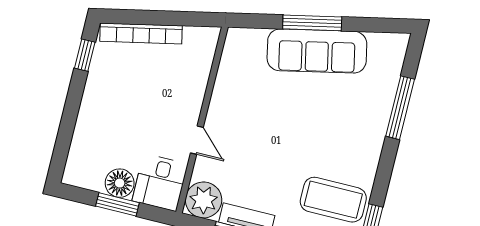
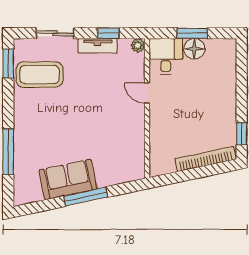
sofa: (317, 51) -> (68, 179), width x0.73
plant: (204, 200) -> (138, 45), width x0.53, depth x0.53

